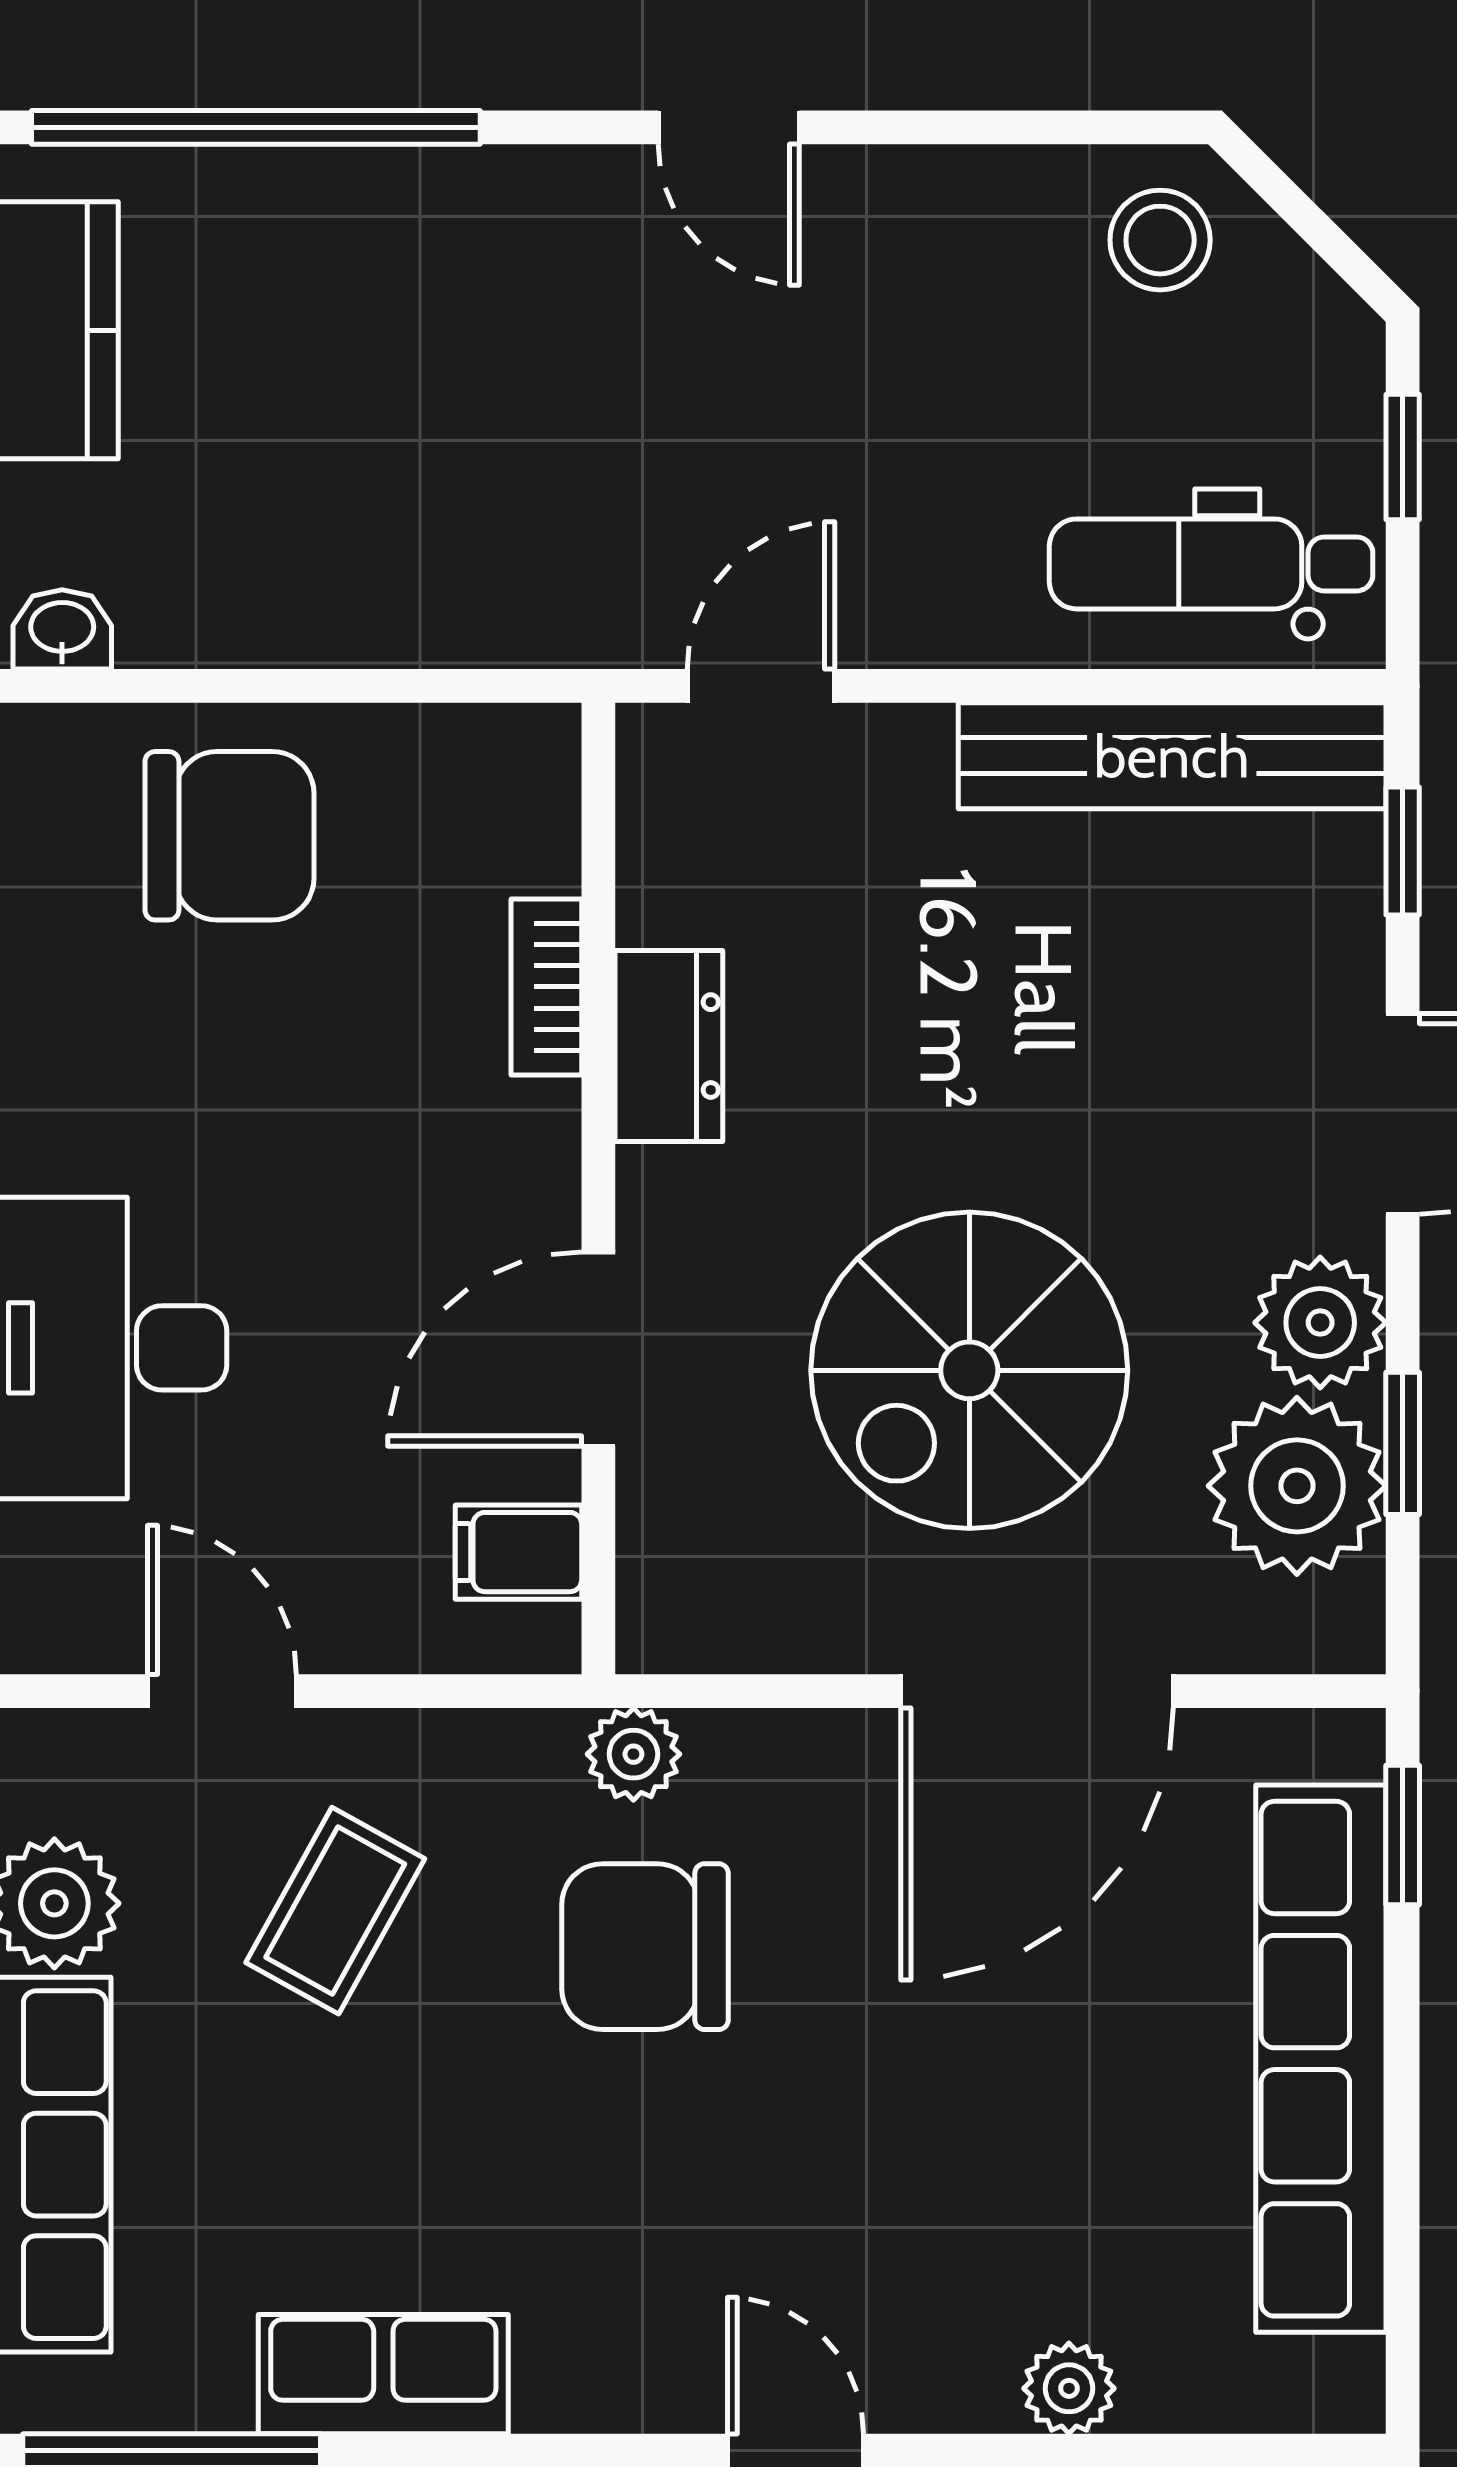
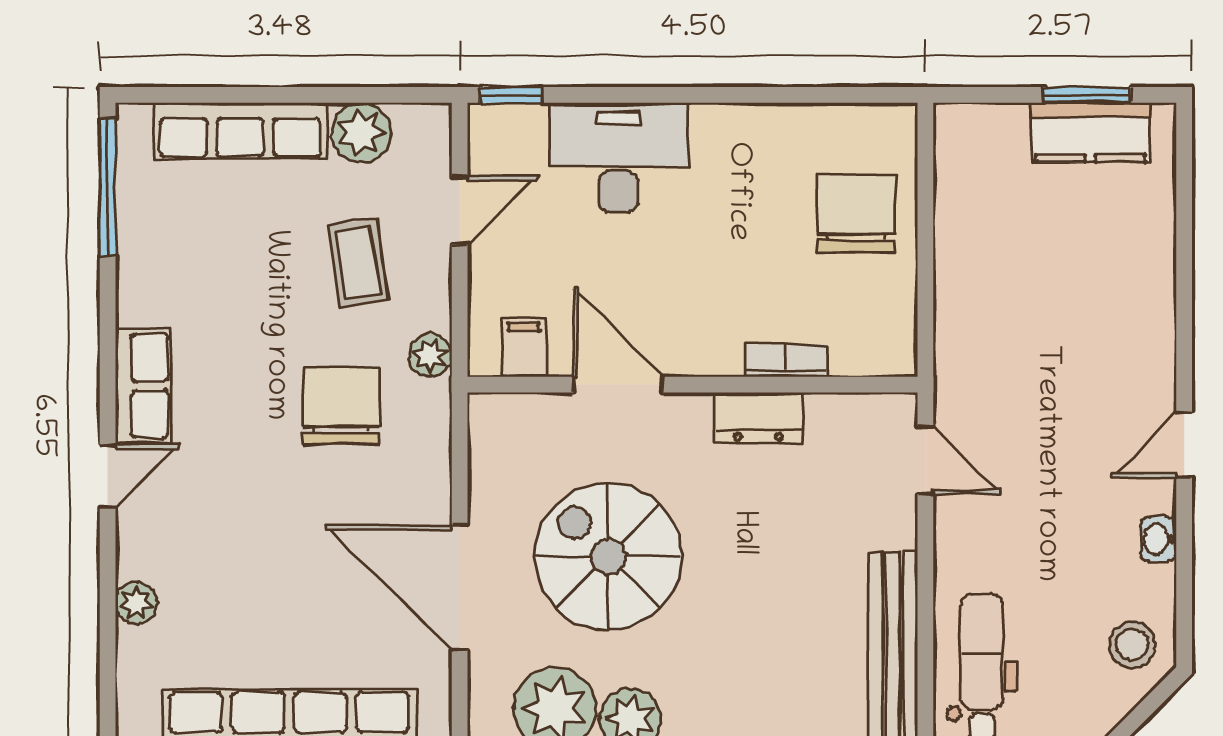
window: (256, 127) -> (1184, 226), removed
washbasin: (62, 629) -> (1158, 539), moved, turned 180
chair: (229, 836) -> (856, 214), turned 180
plant: (633, 1754) -> (430, 355), moved
coffee table: (335, 1911) -> (358, 263), turned 53
row of seats: (383, 2374) -> (143, 386), moved

